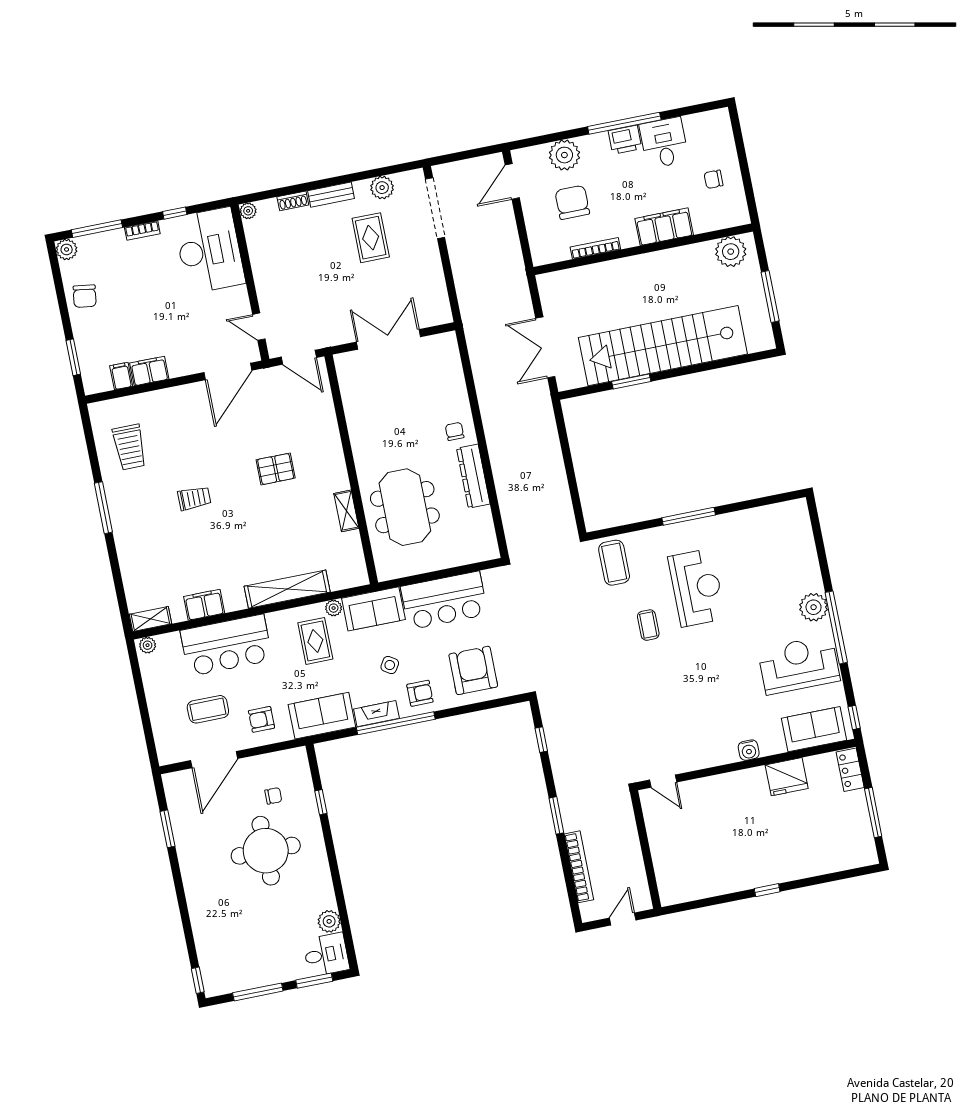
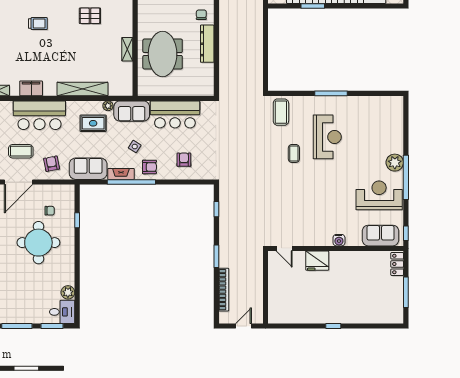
rug: (315, 641) -> (93, 123), turned 90
armchair: (473, 670) -> (184, 160), width x0.53, depth x0.53
armchair: (261, 719) -> (52, 164), turned 79
fridge: (787, 777) -> (317, 261), moved

